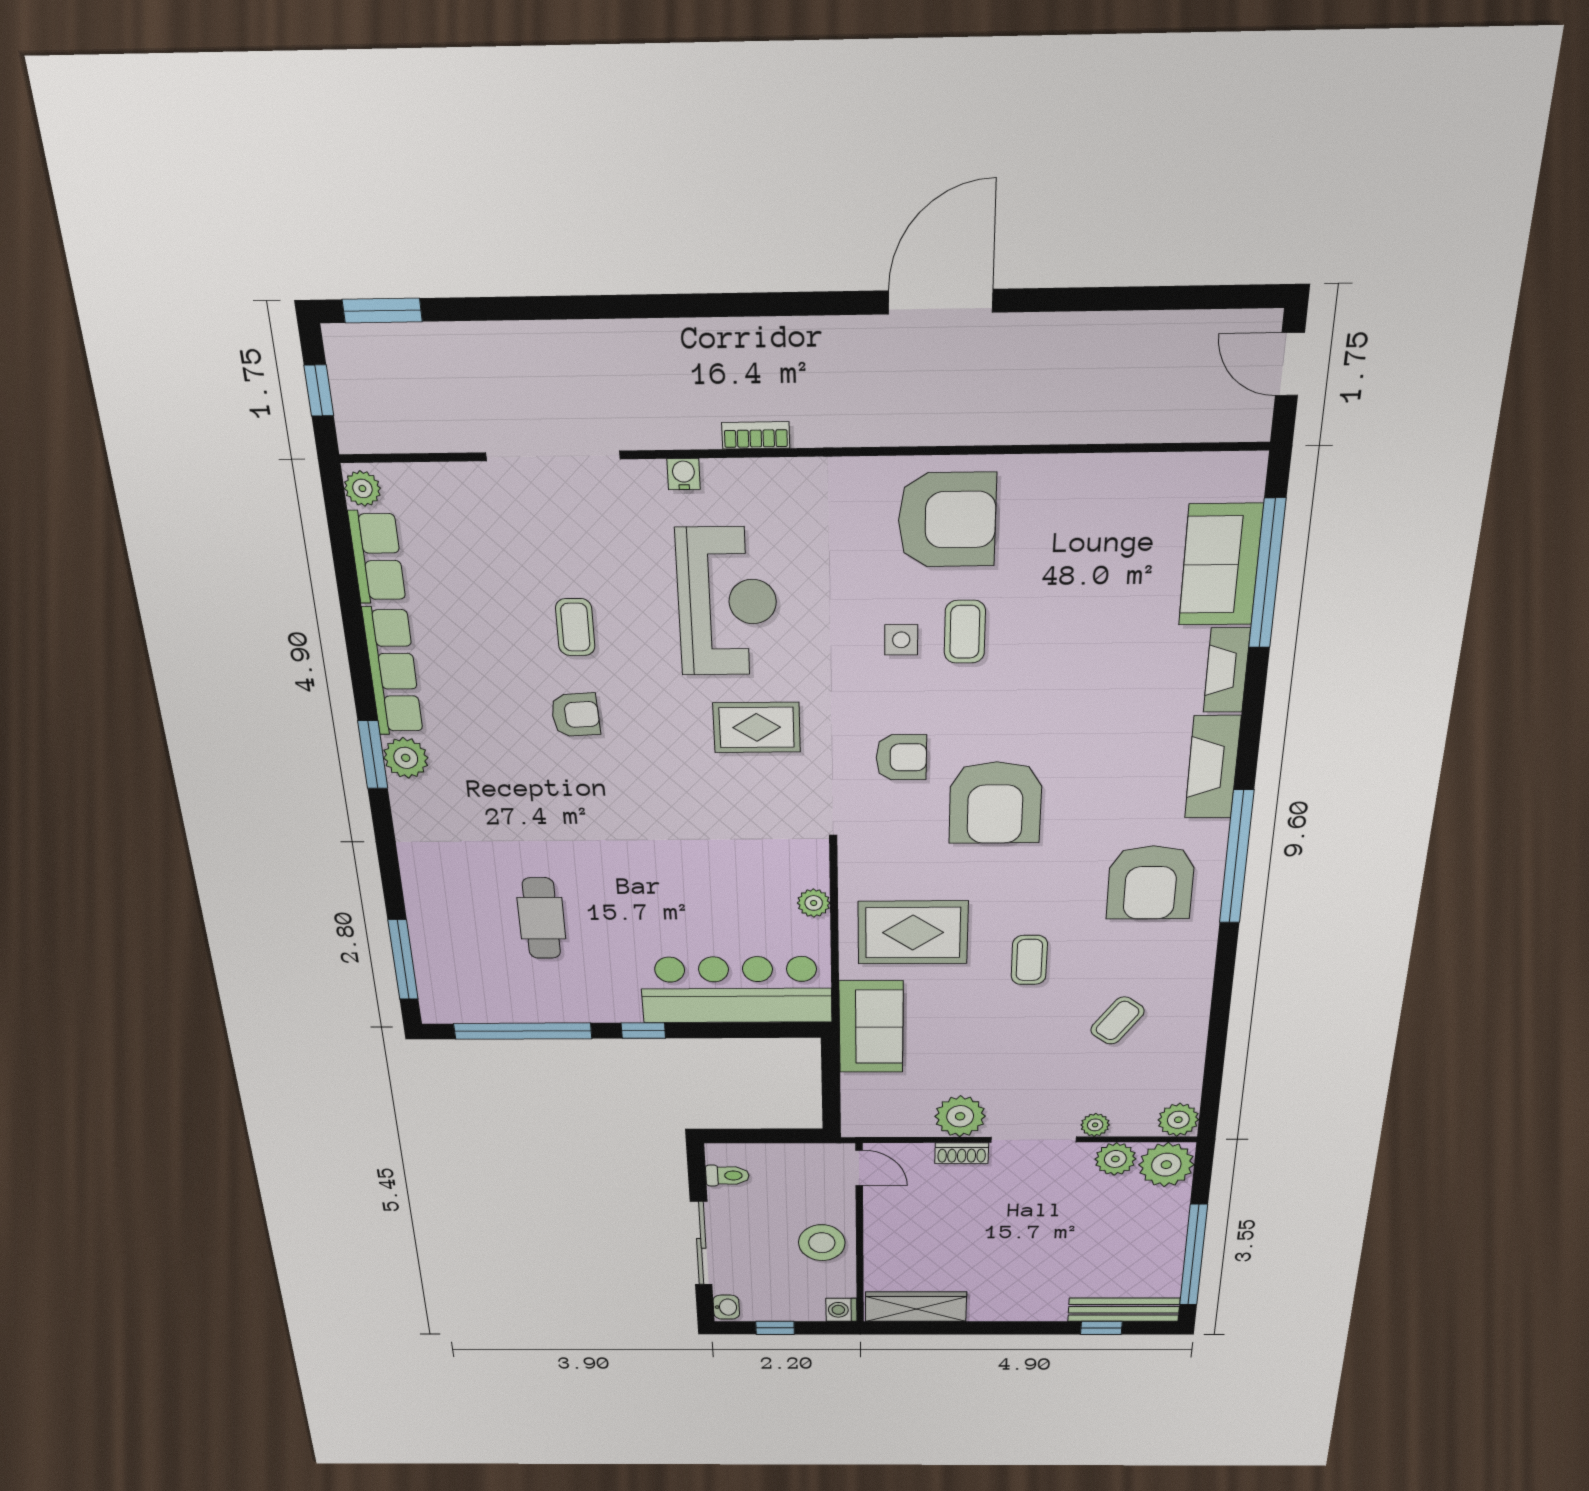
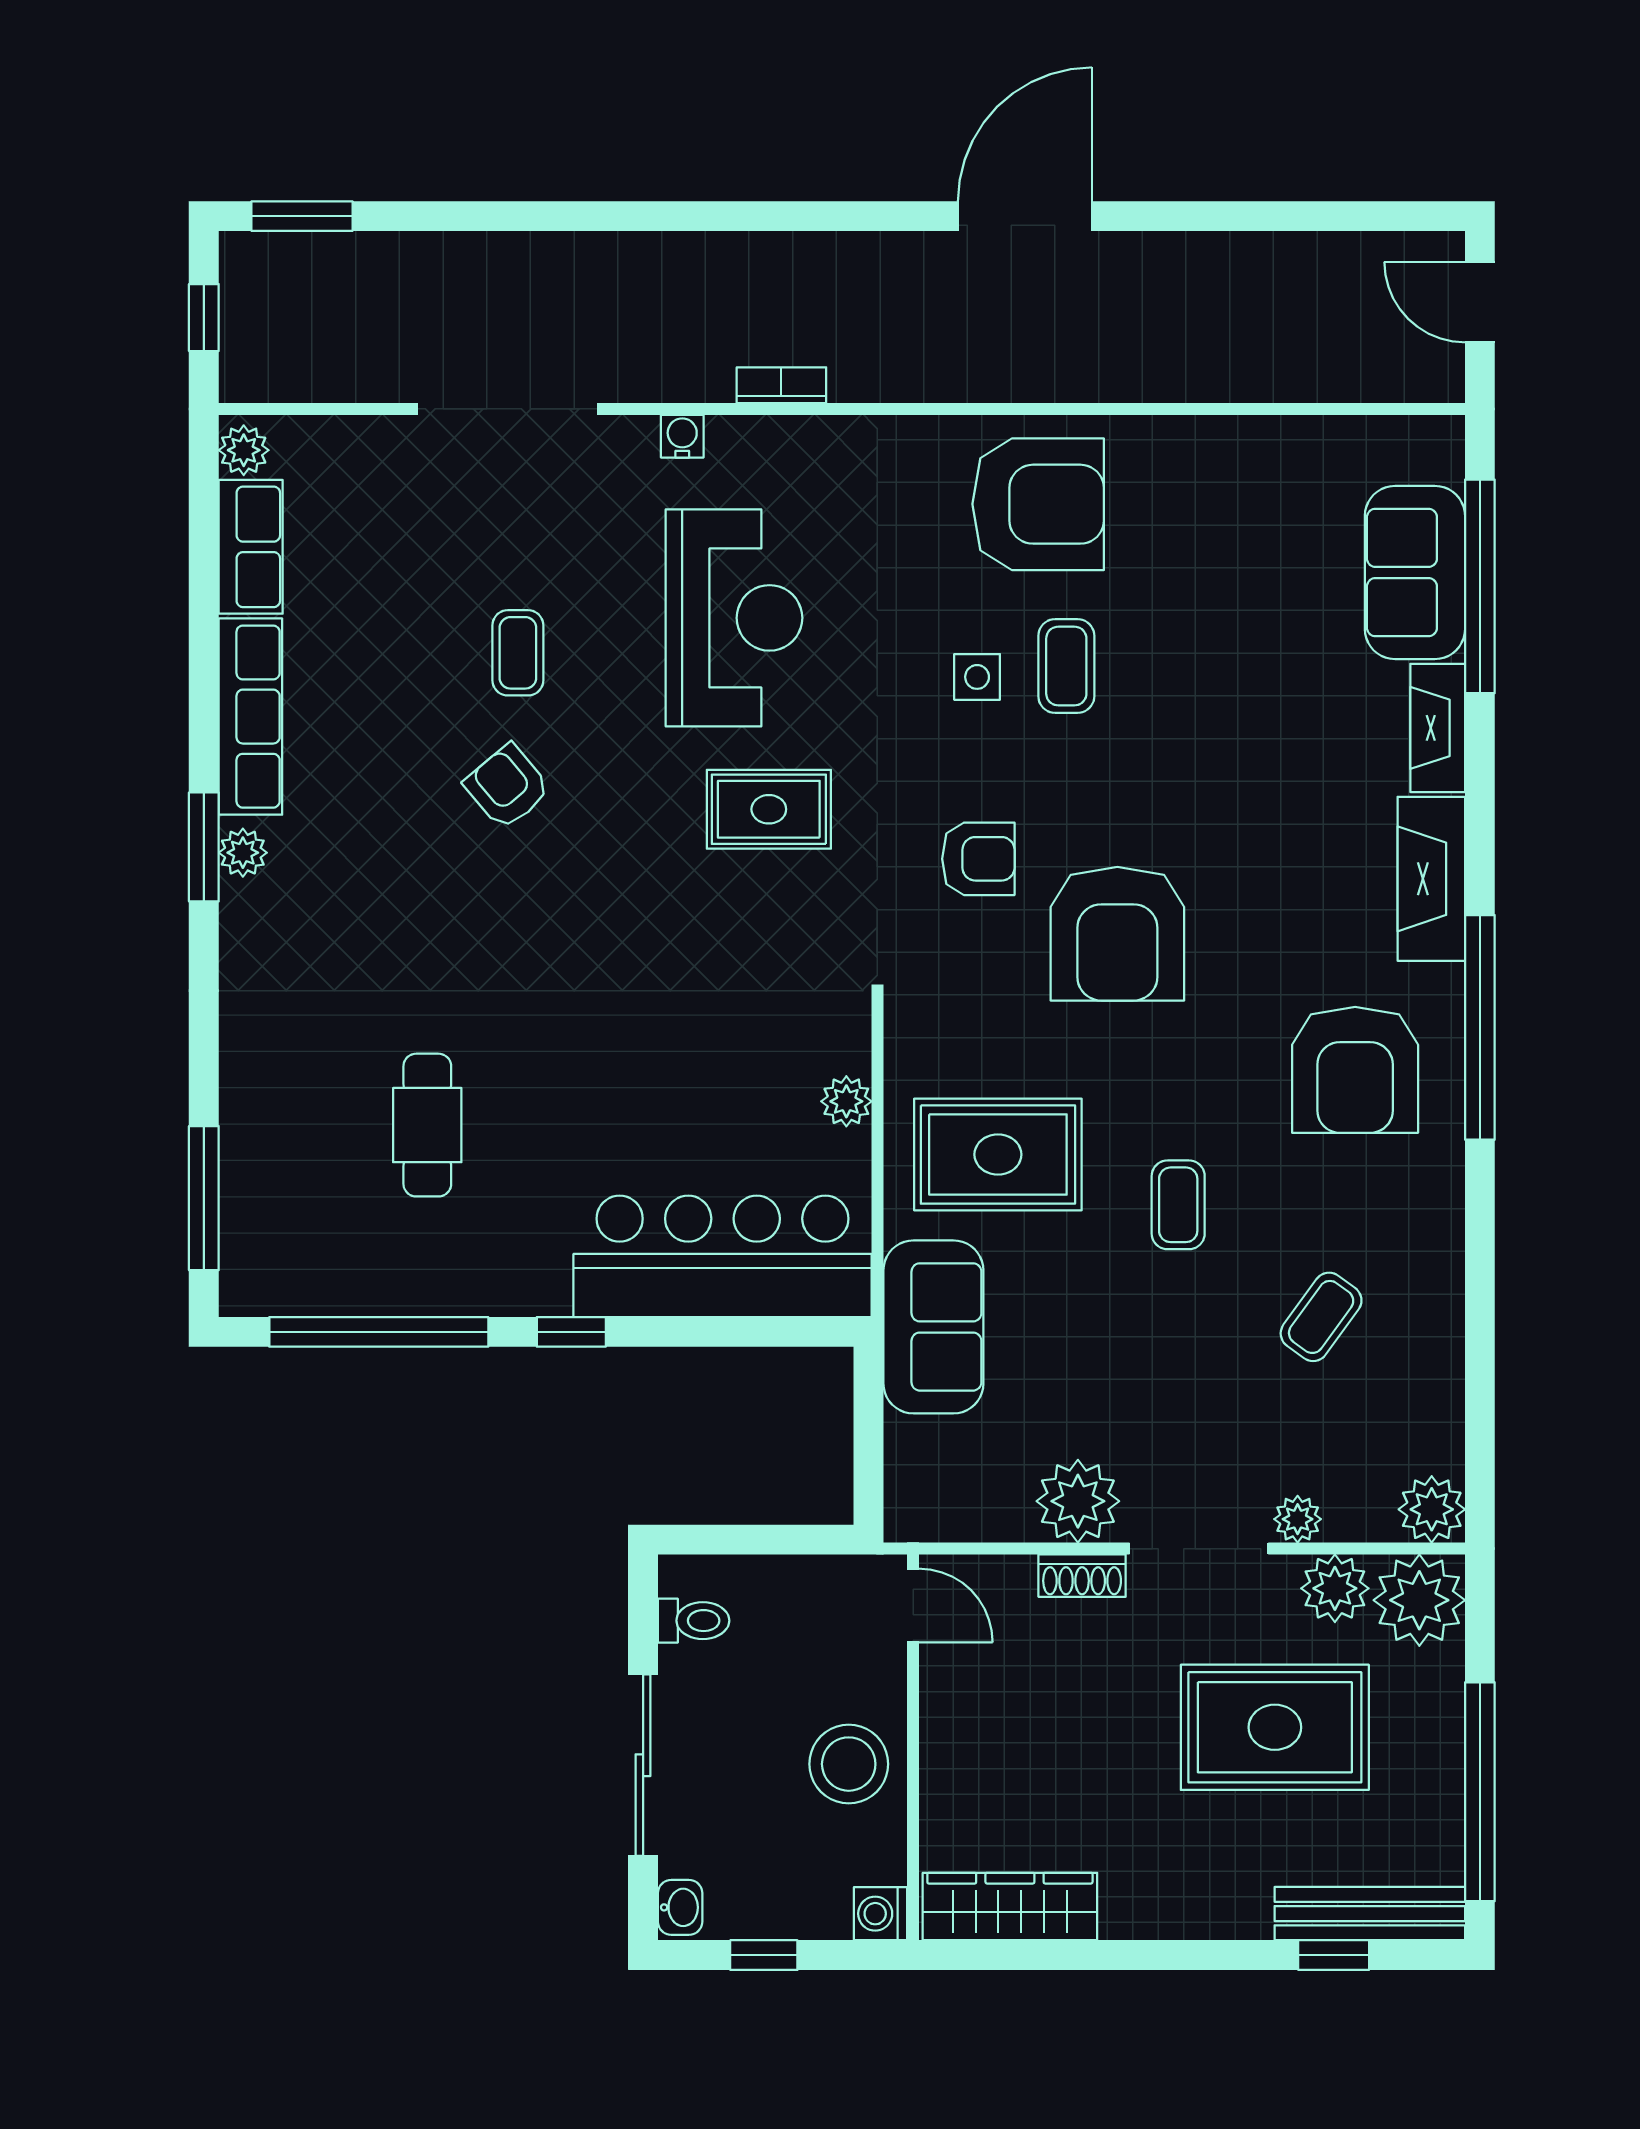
armchair: (575, 715) -> (507, 787), turned -127
plant: (406, 758) -> (243, 853), width x0.73, depth x0.73
rug: (1074, 1225) -> (1275, 1727), added

